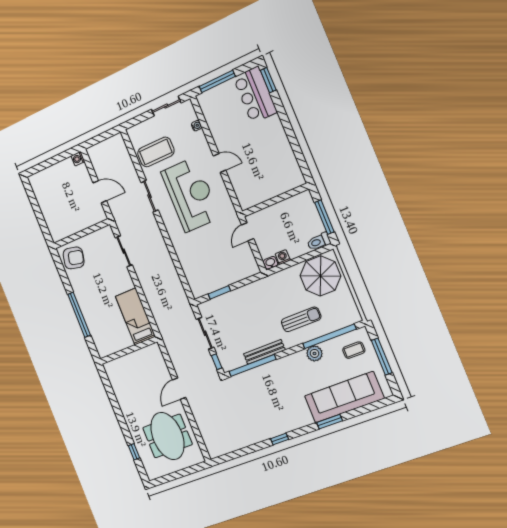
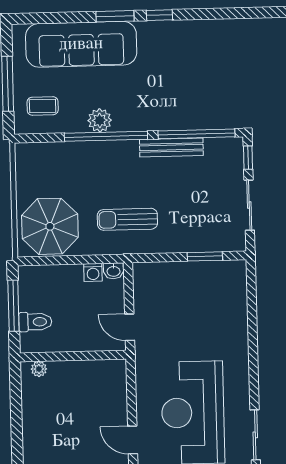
plant: (293, 184) -> (39, 369), added
door: (248, 232) -> (130, 327), swing flipped
toilet: (319, 242) -> (35, 322), moved
sun lounger: (301, 319) -> (127, 219), moved
window: (329, 336) -> (106, 136), moved
window: (280, 439) -> (159, 15), moved

